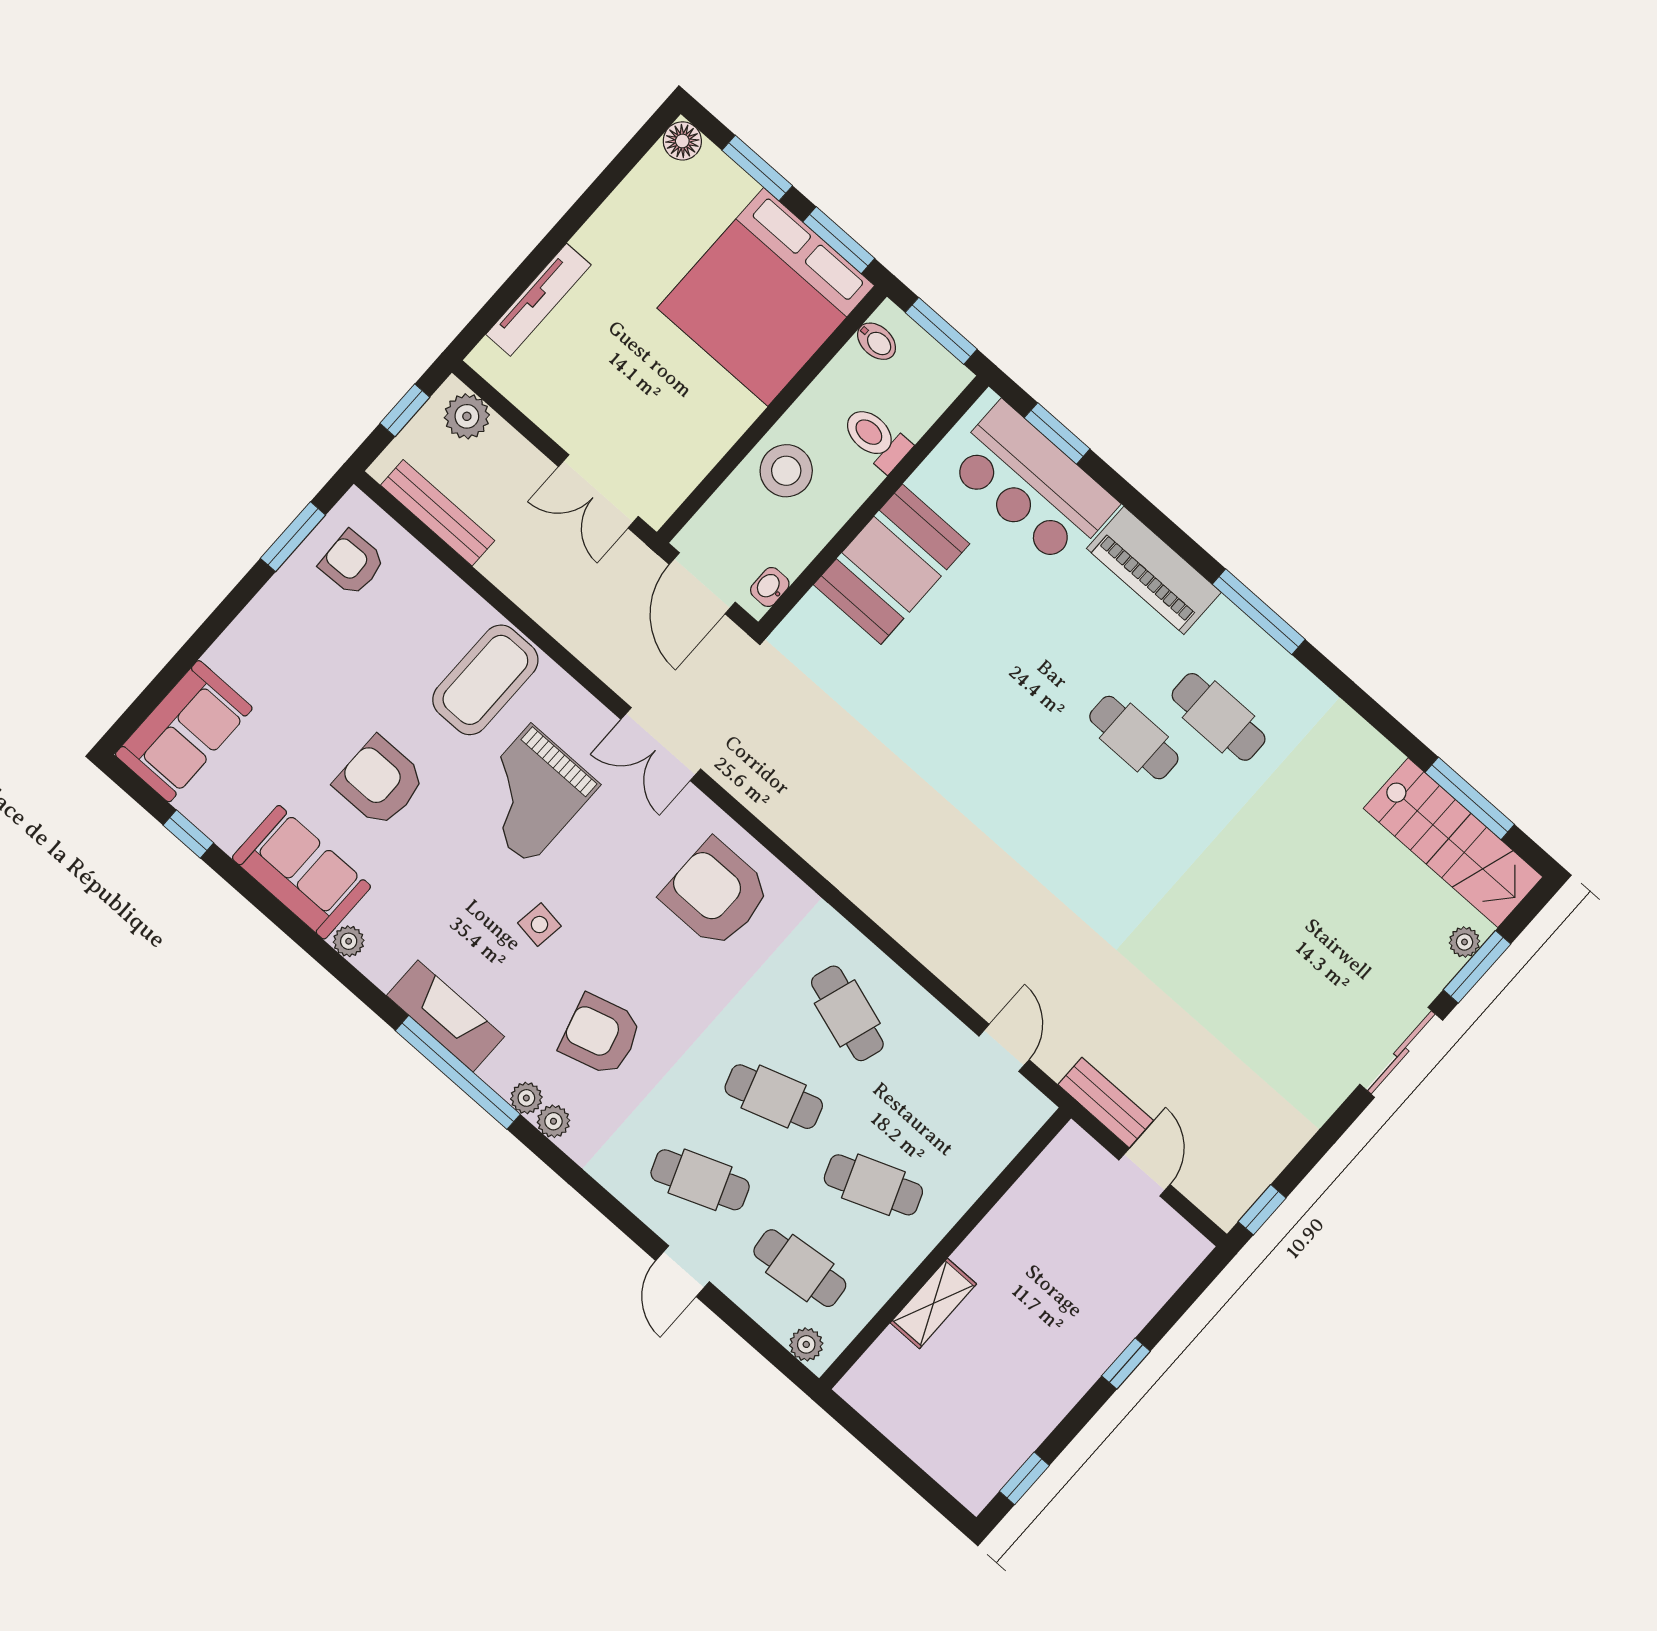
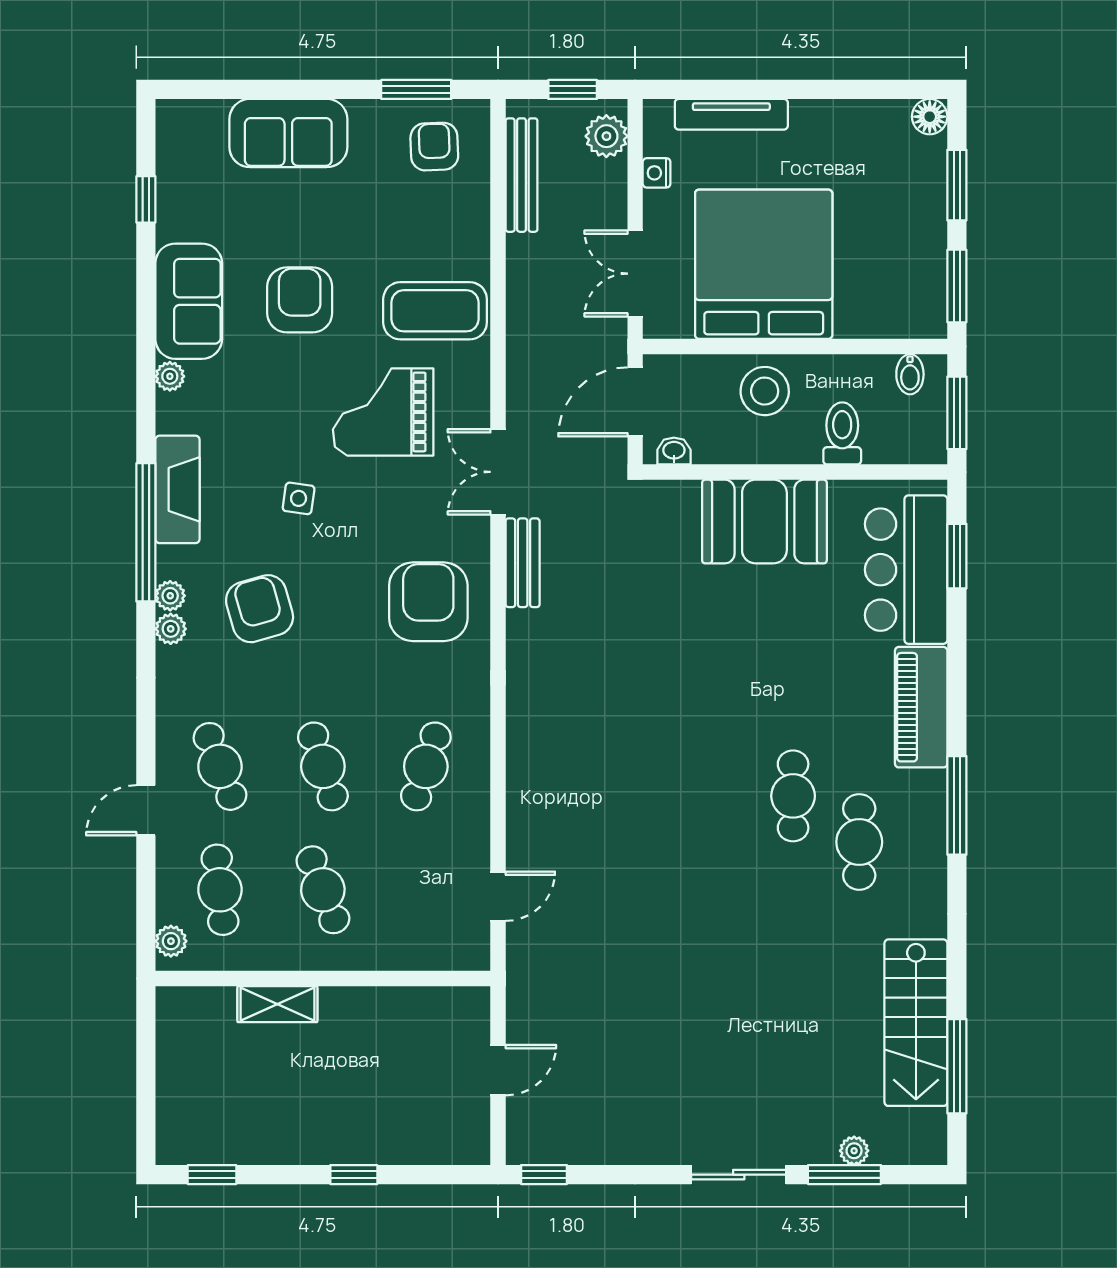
bed: (766, 297) -> (764, 264), moved, turned 90
nightstand: (532, 402) -> (657, 173), added
sofa: (184, 731) -> (288, 133), moved
stairs: (1453, 843) -> (916, 1023), moved
bench: (1106, 1102) -> (523, 563), moved

